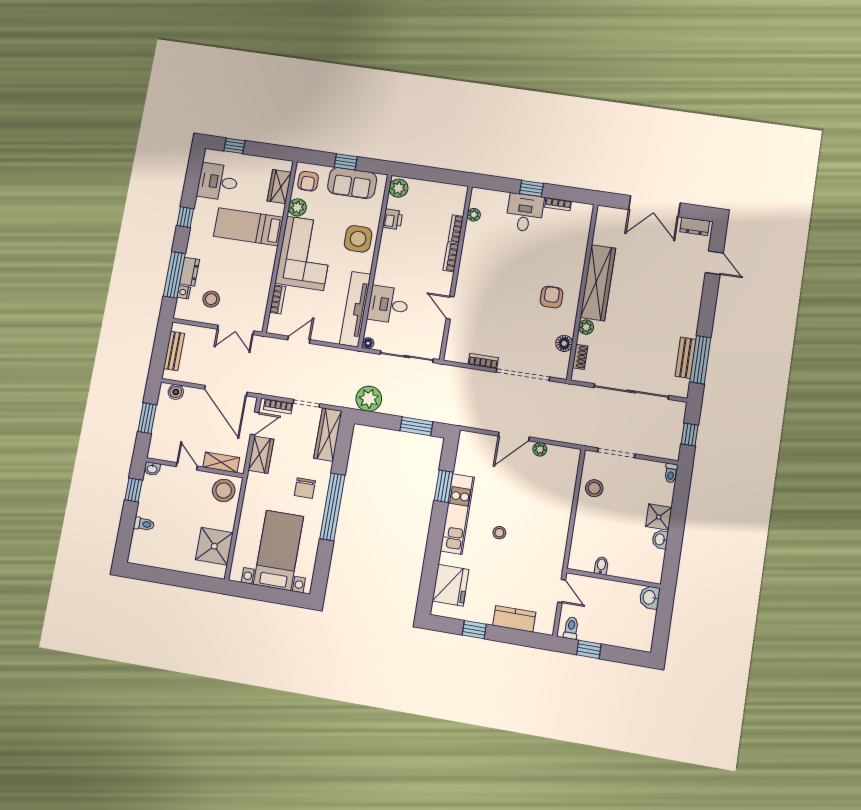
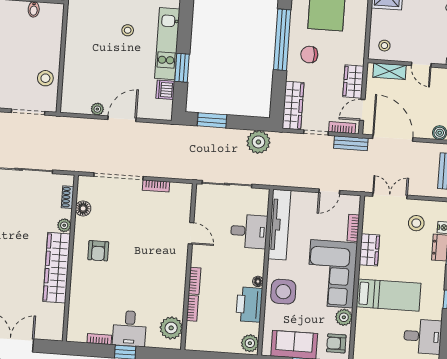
armchair: (308, 181) -> (336, 343), turned -90
wardrobe: (279, 187) -> (369, 250), moved
plant: (474, 215) -> (171, 328), width x1.88, depth x1.88
printer: (393, 219) -> (249, 305), width x1.87, depth x1.48
floor lamp: (368, 343) -> (258, 281), moved
bench: (271, 389) -> (351, 143), added
dishwasher: (464, 464) -> (165, 90), added
chair: (305, 488) -> (309, 55), turned -92
stool: (224, 490) -> (384, 46), width x0.53, depth x0.53

